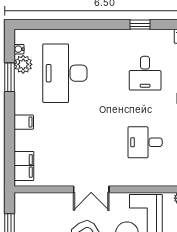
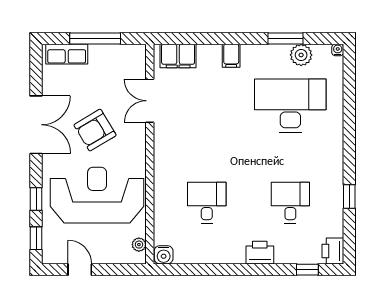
water cooler: (19, 49) -> (338, 50), moved
desk: (145, 73) -> (290, 203), turned 90
double door: (91, 189) -> (150, 101), moved

